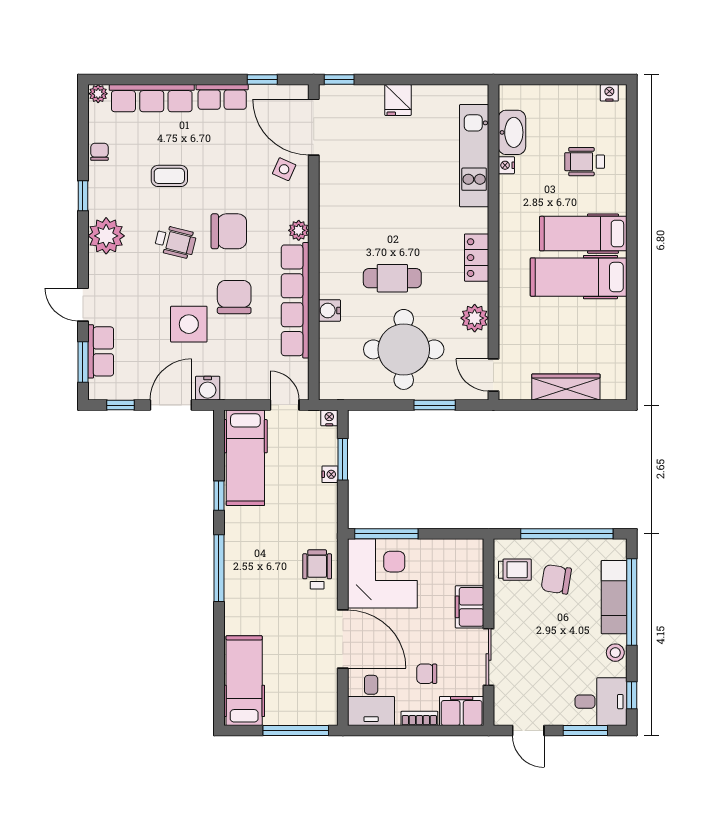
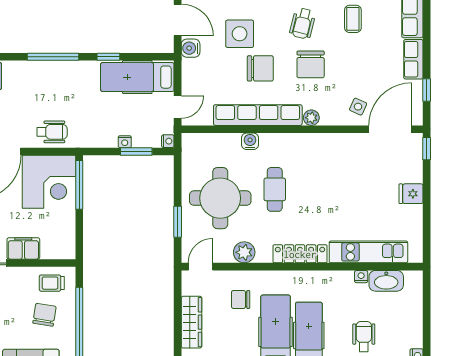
locker: (477, 258) -> (300, 254), width x1.53
chair: (536, 323) -> (241, 299), added
trolley: (515, 570) -> (52, 283), turned 90

